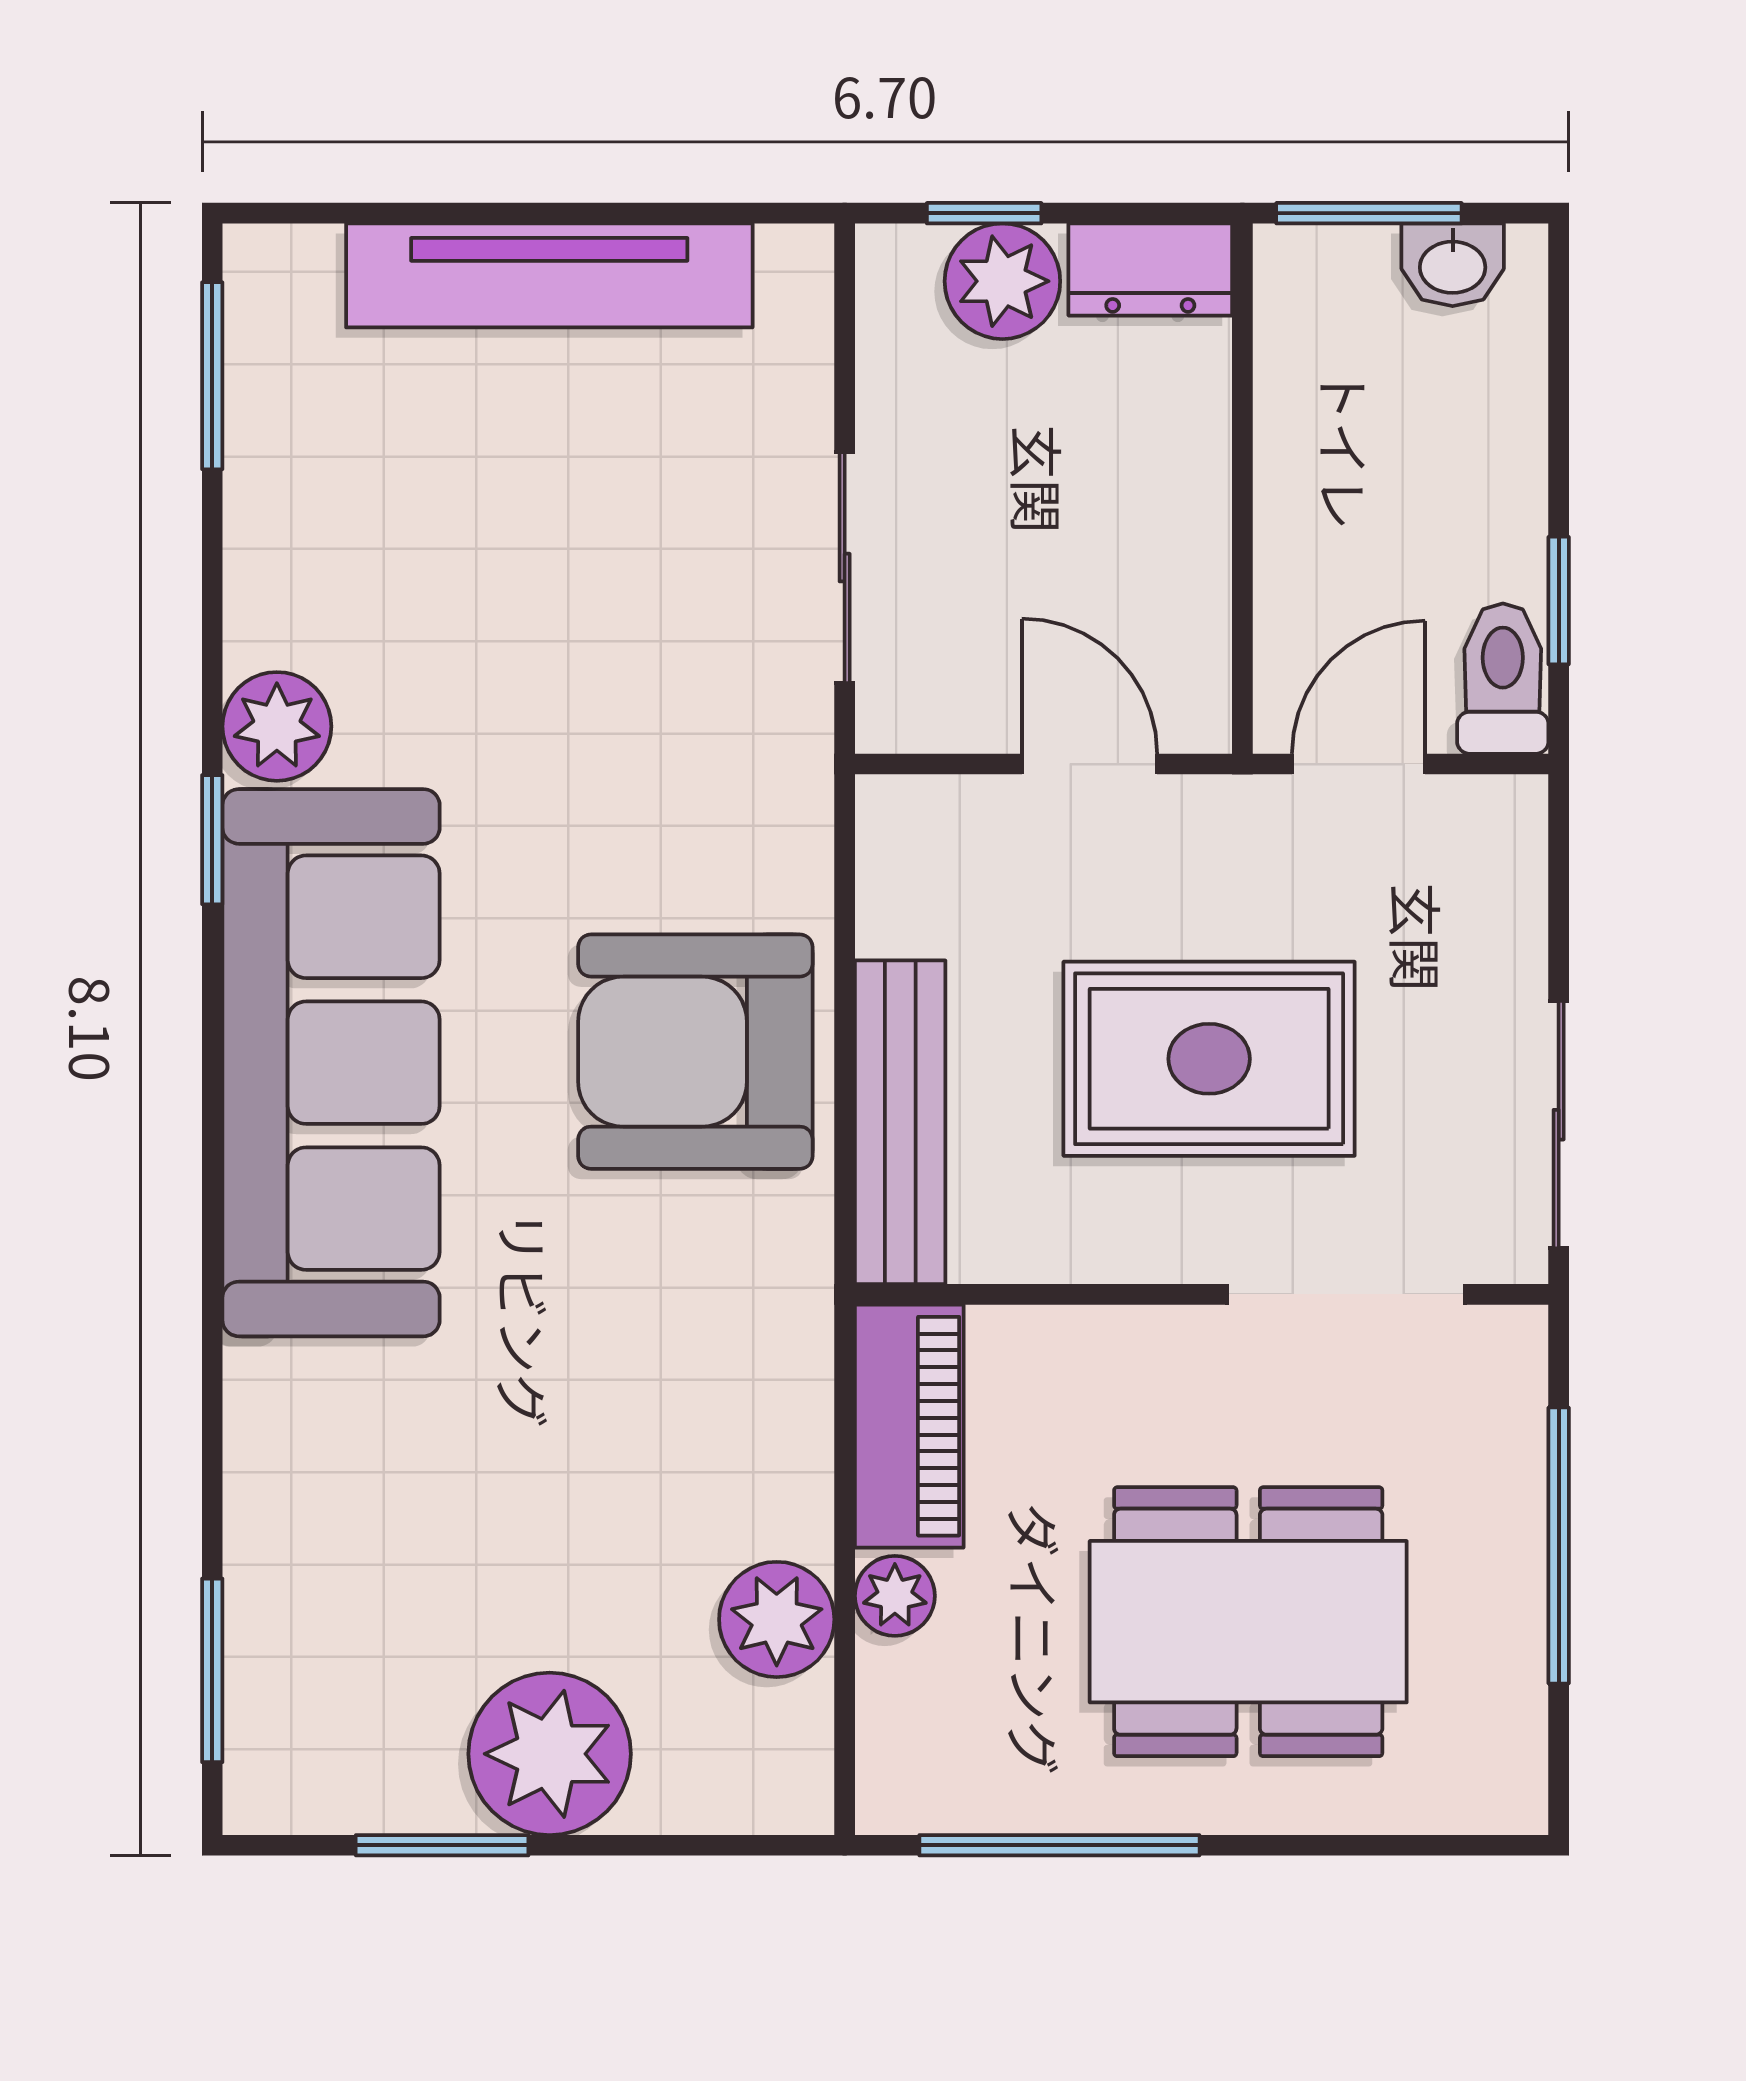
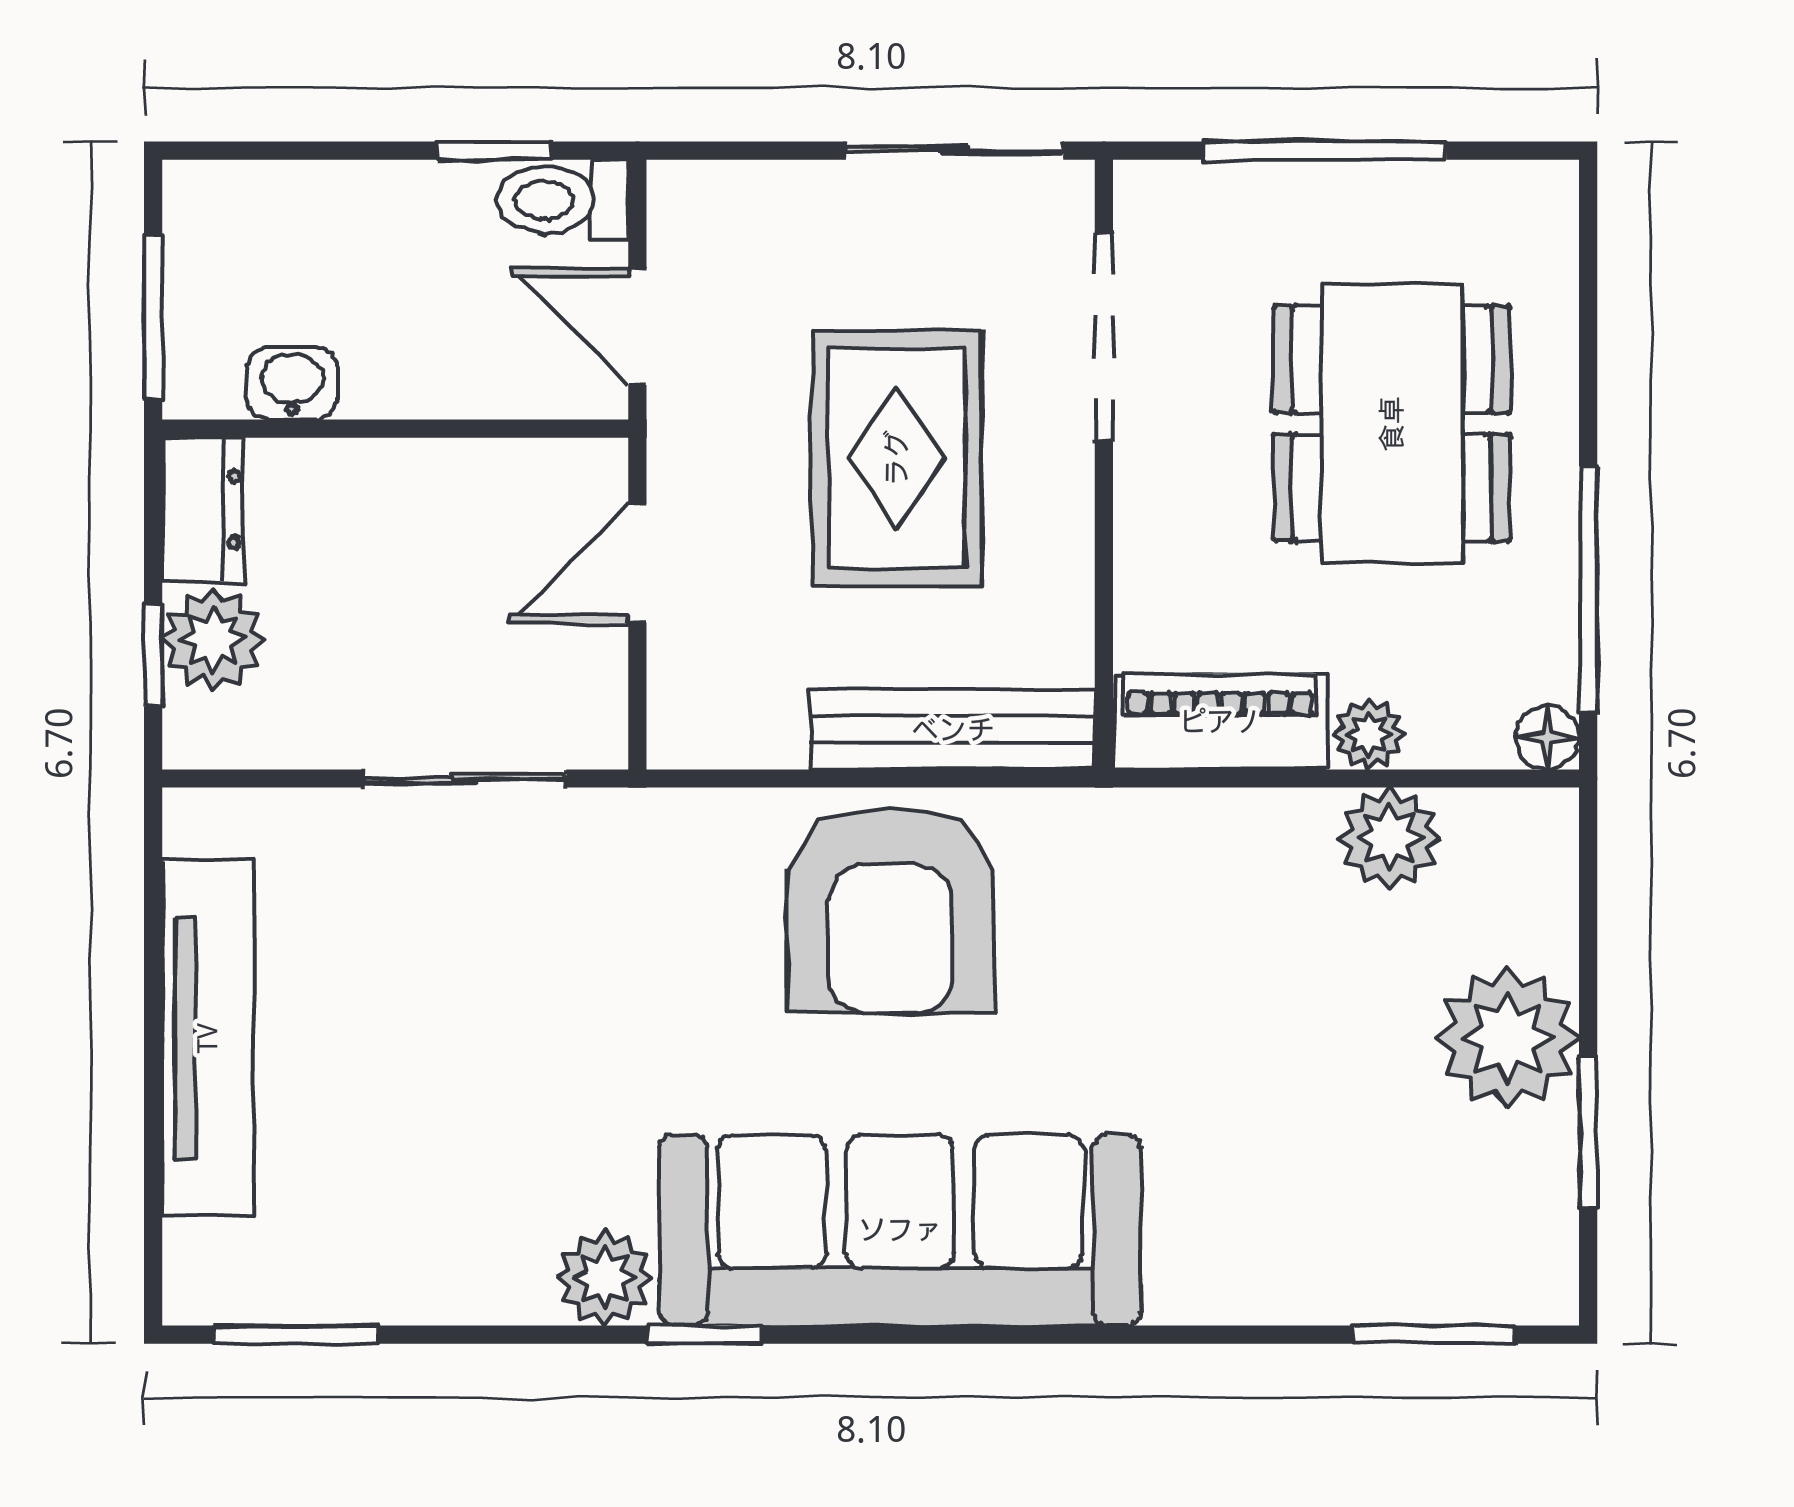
washbasin: (1453, 265) -> (292, 383), moved, turned -90
floor lamp: (891, 1799) -> (1547, 738), added

